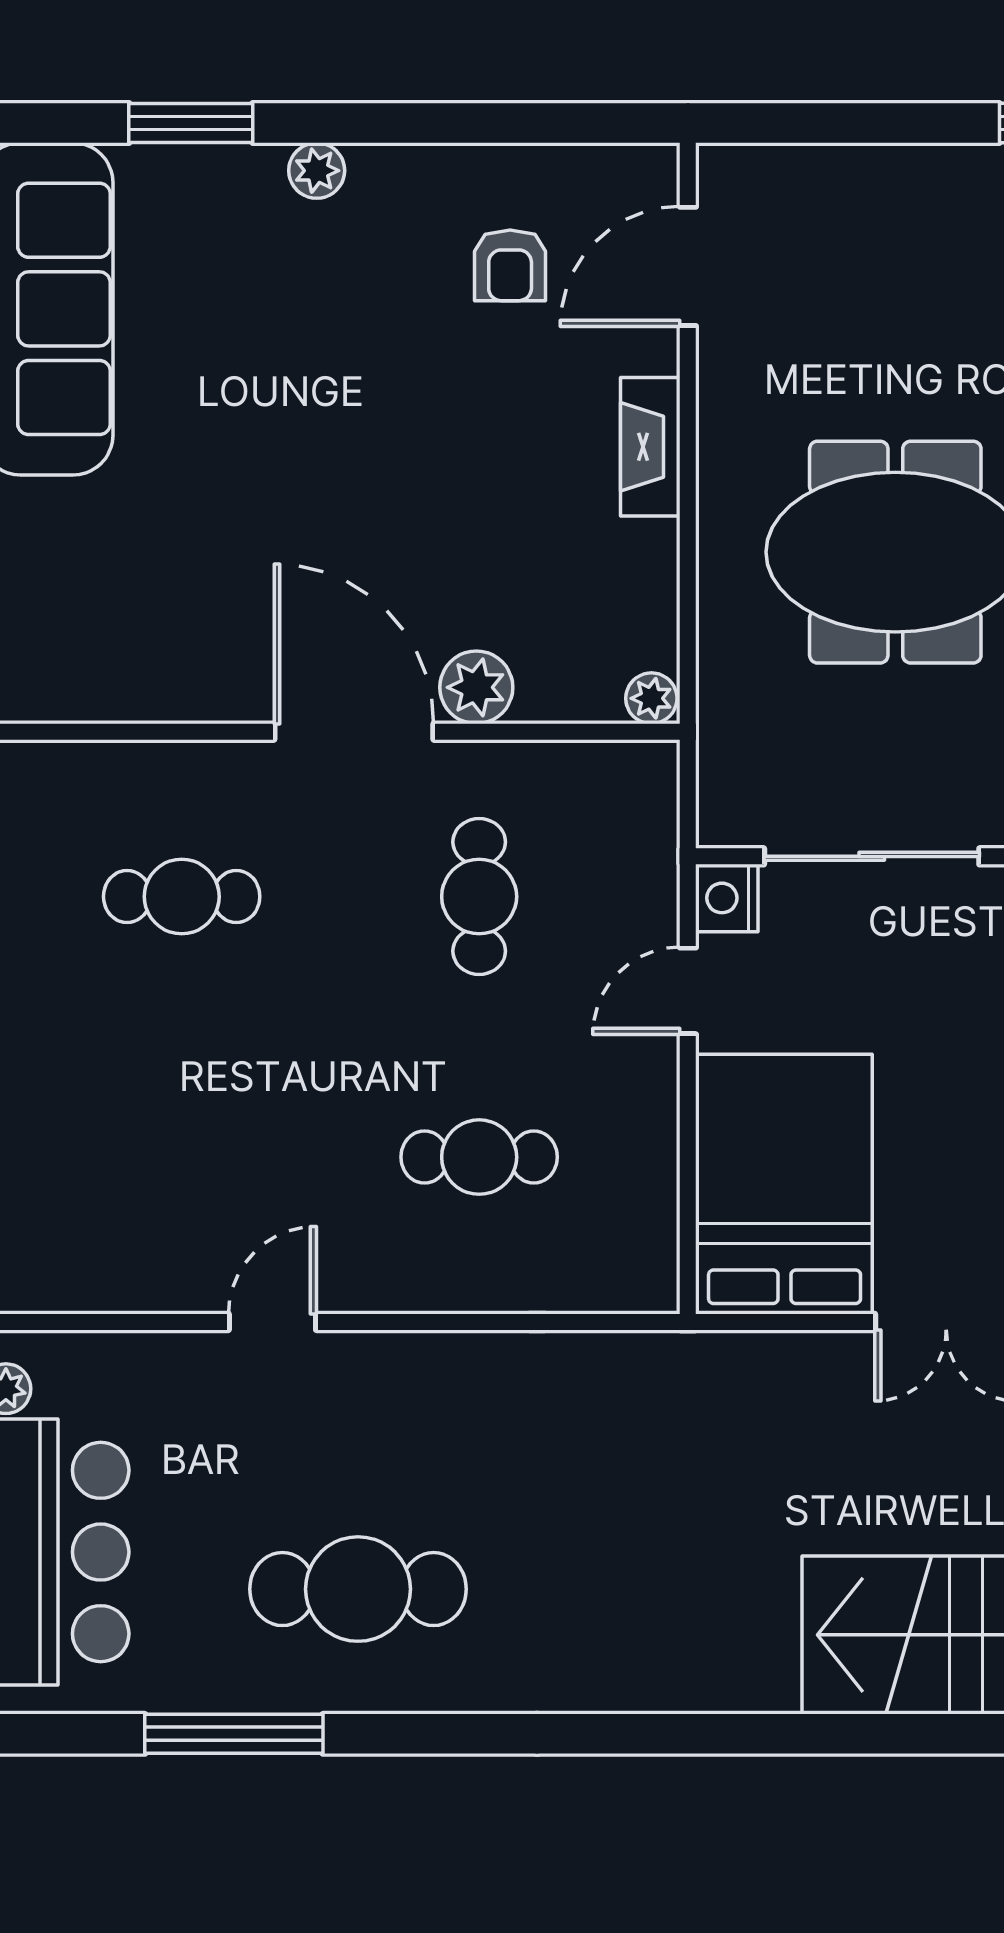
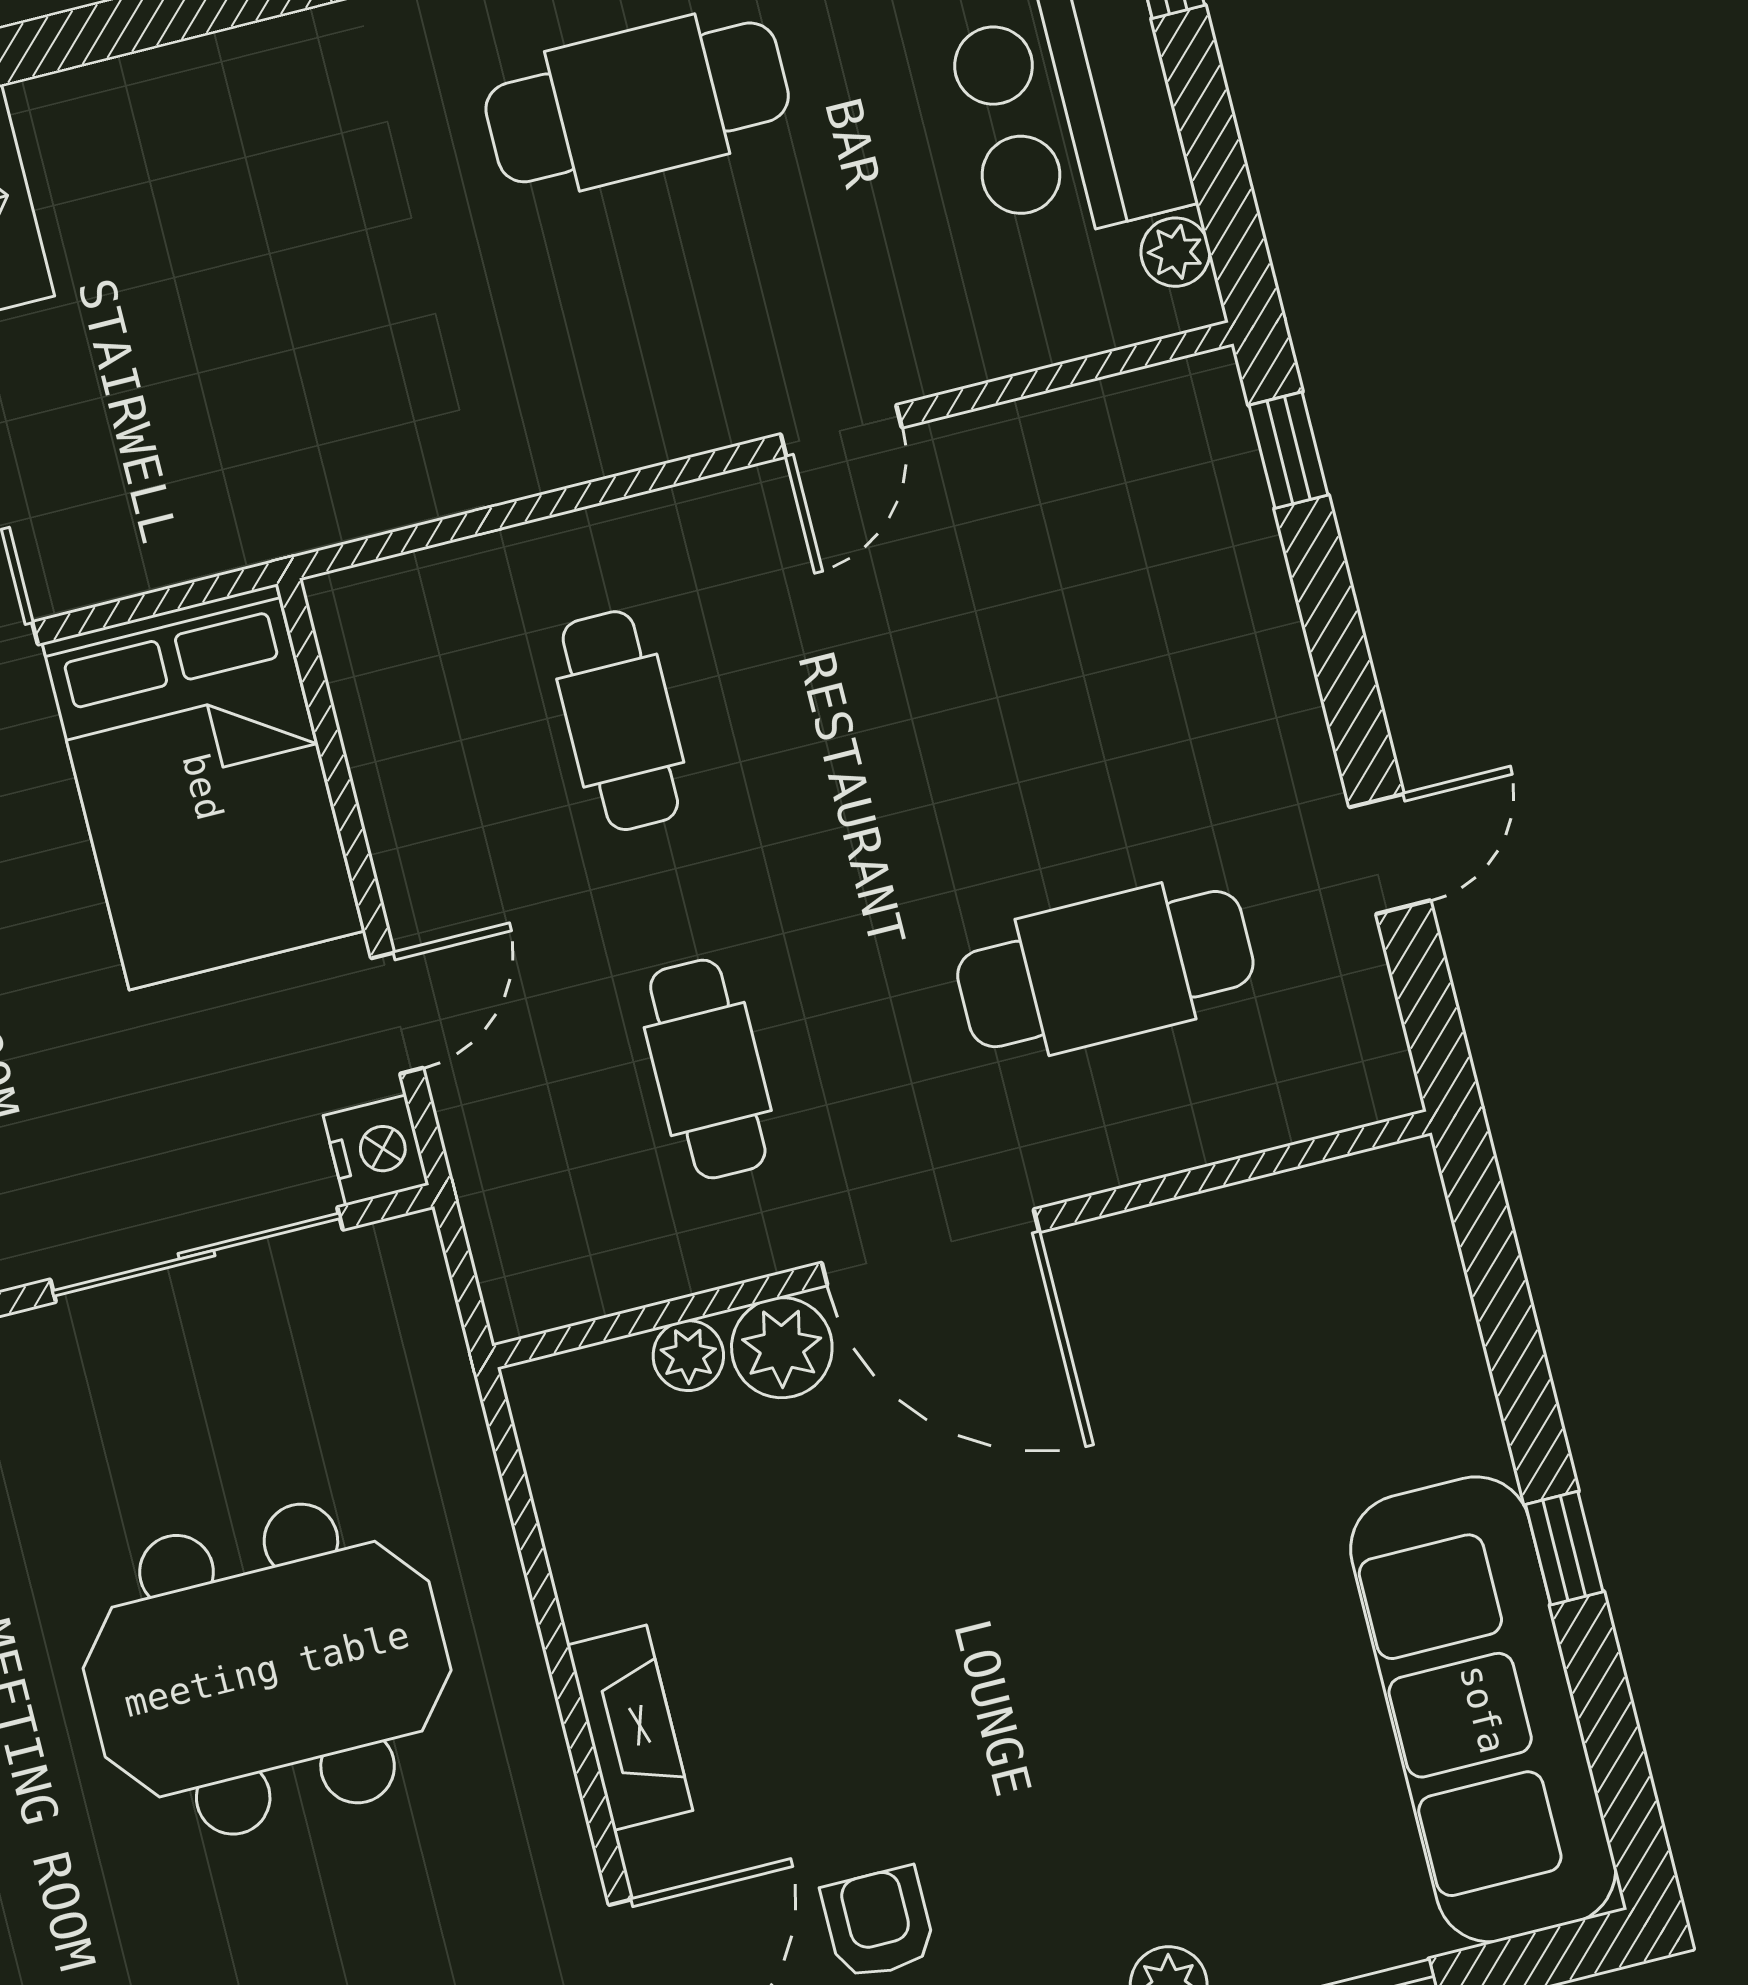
plant: (651, 698) -> (688, 1356), moved
cafe table: (182, 897) -> (1105, 969), width x1.37, depth x1.35
cafe table: (479, 1157) -> (620, 721), turned 90

